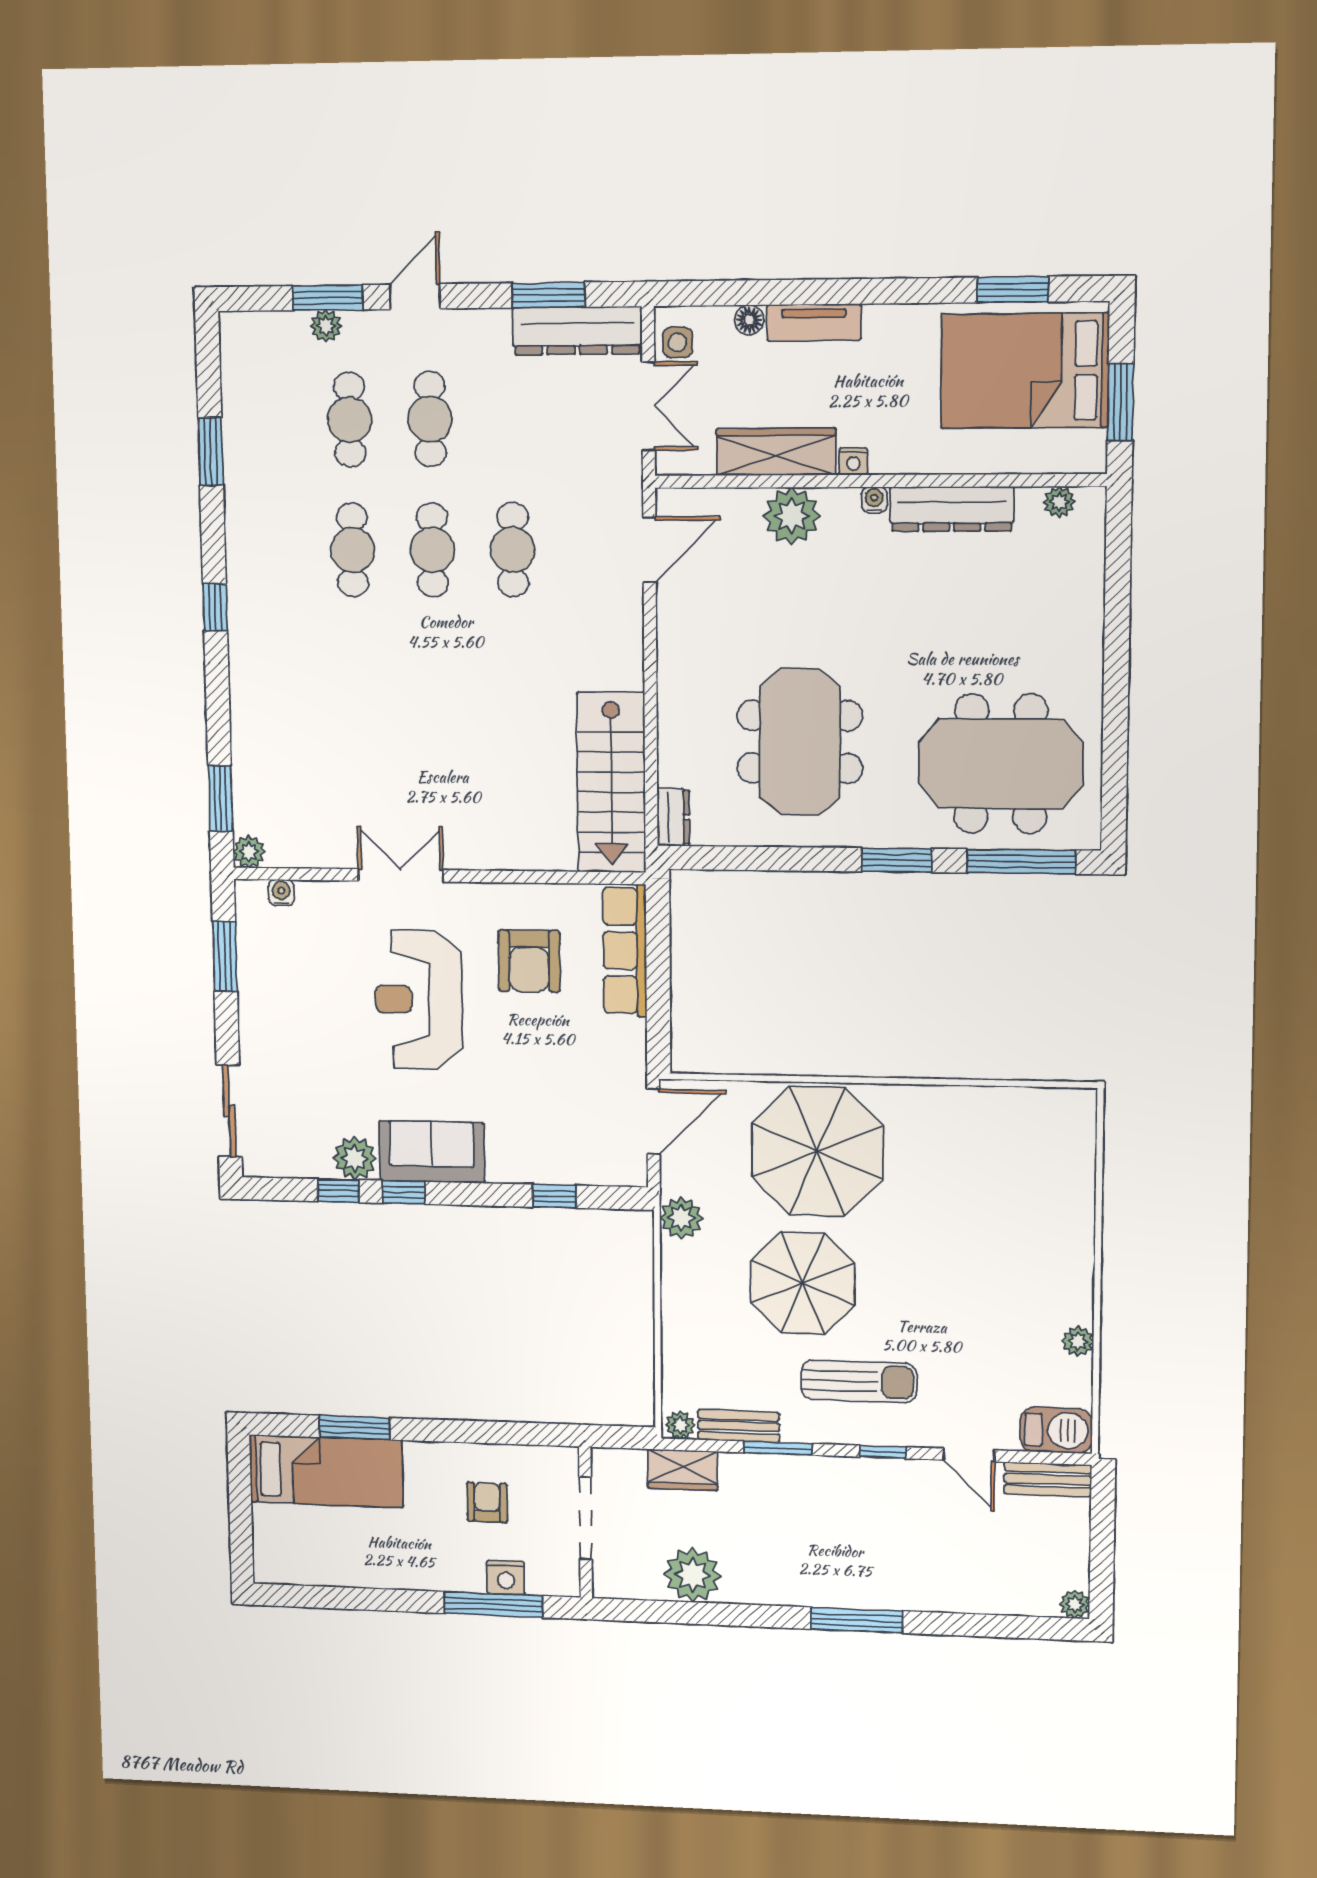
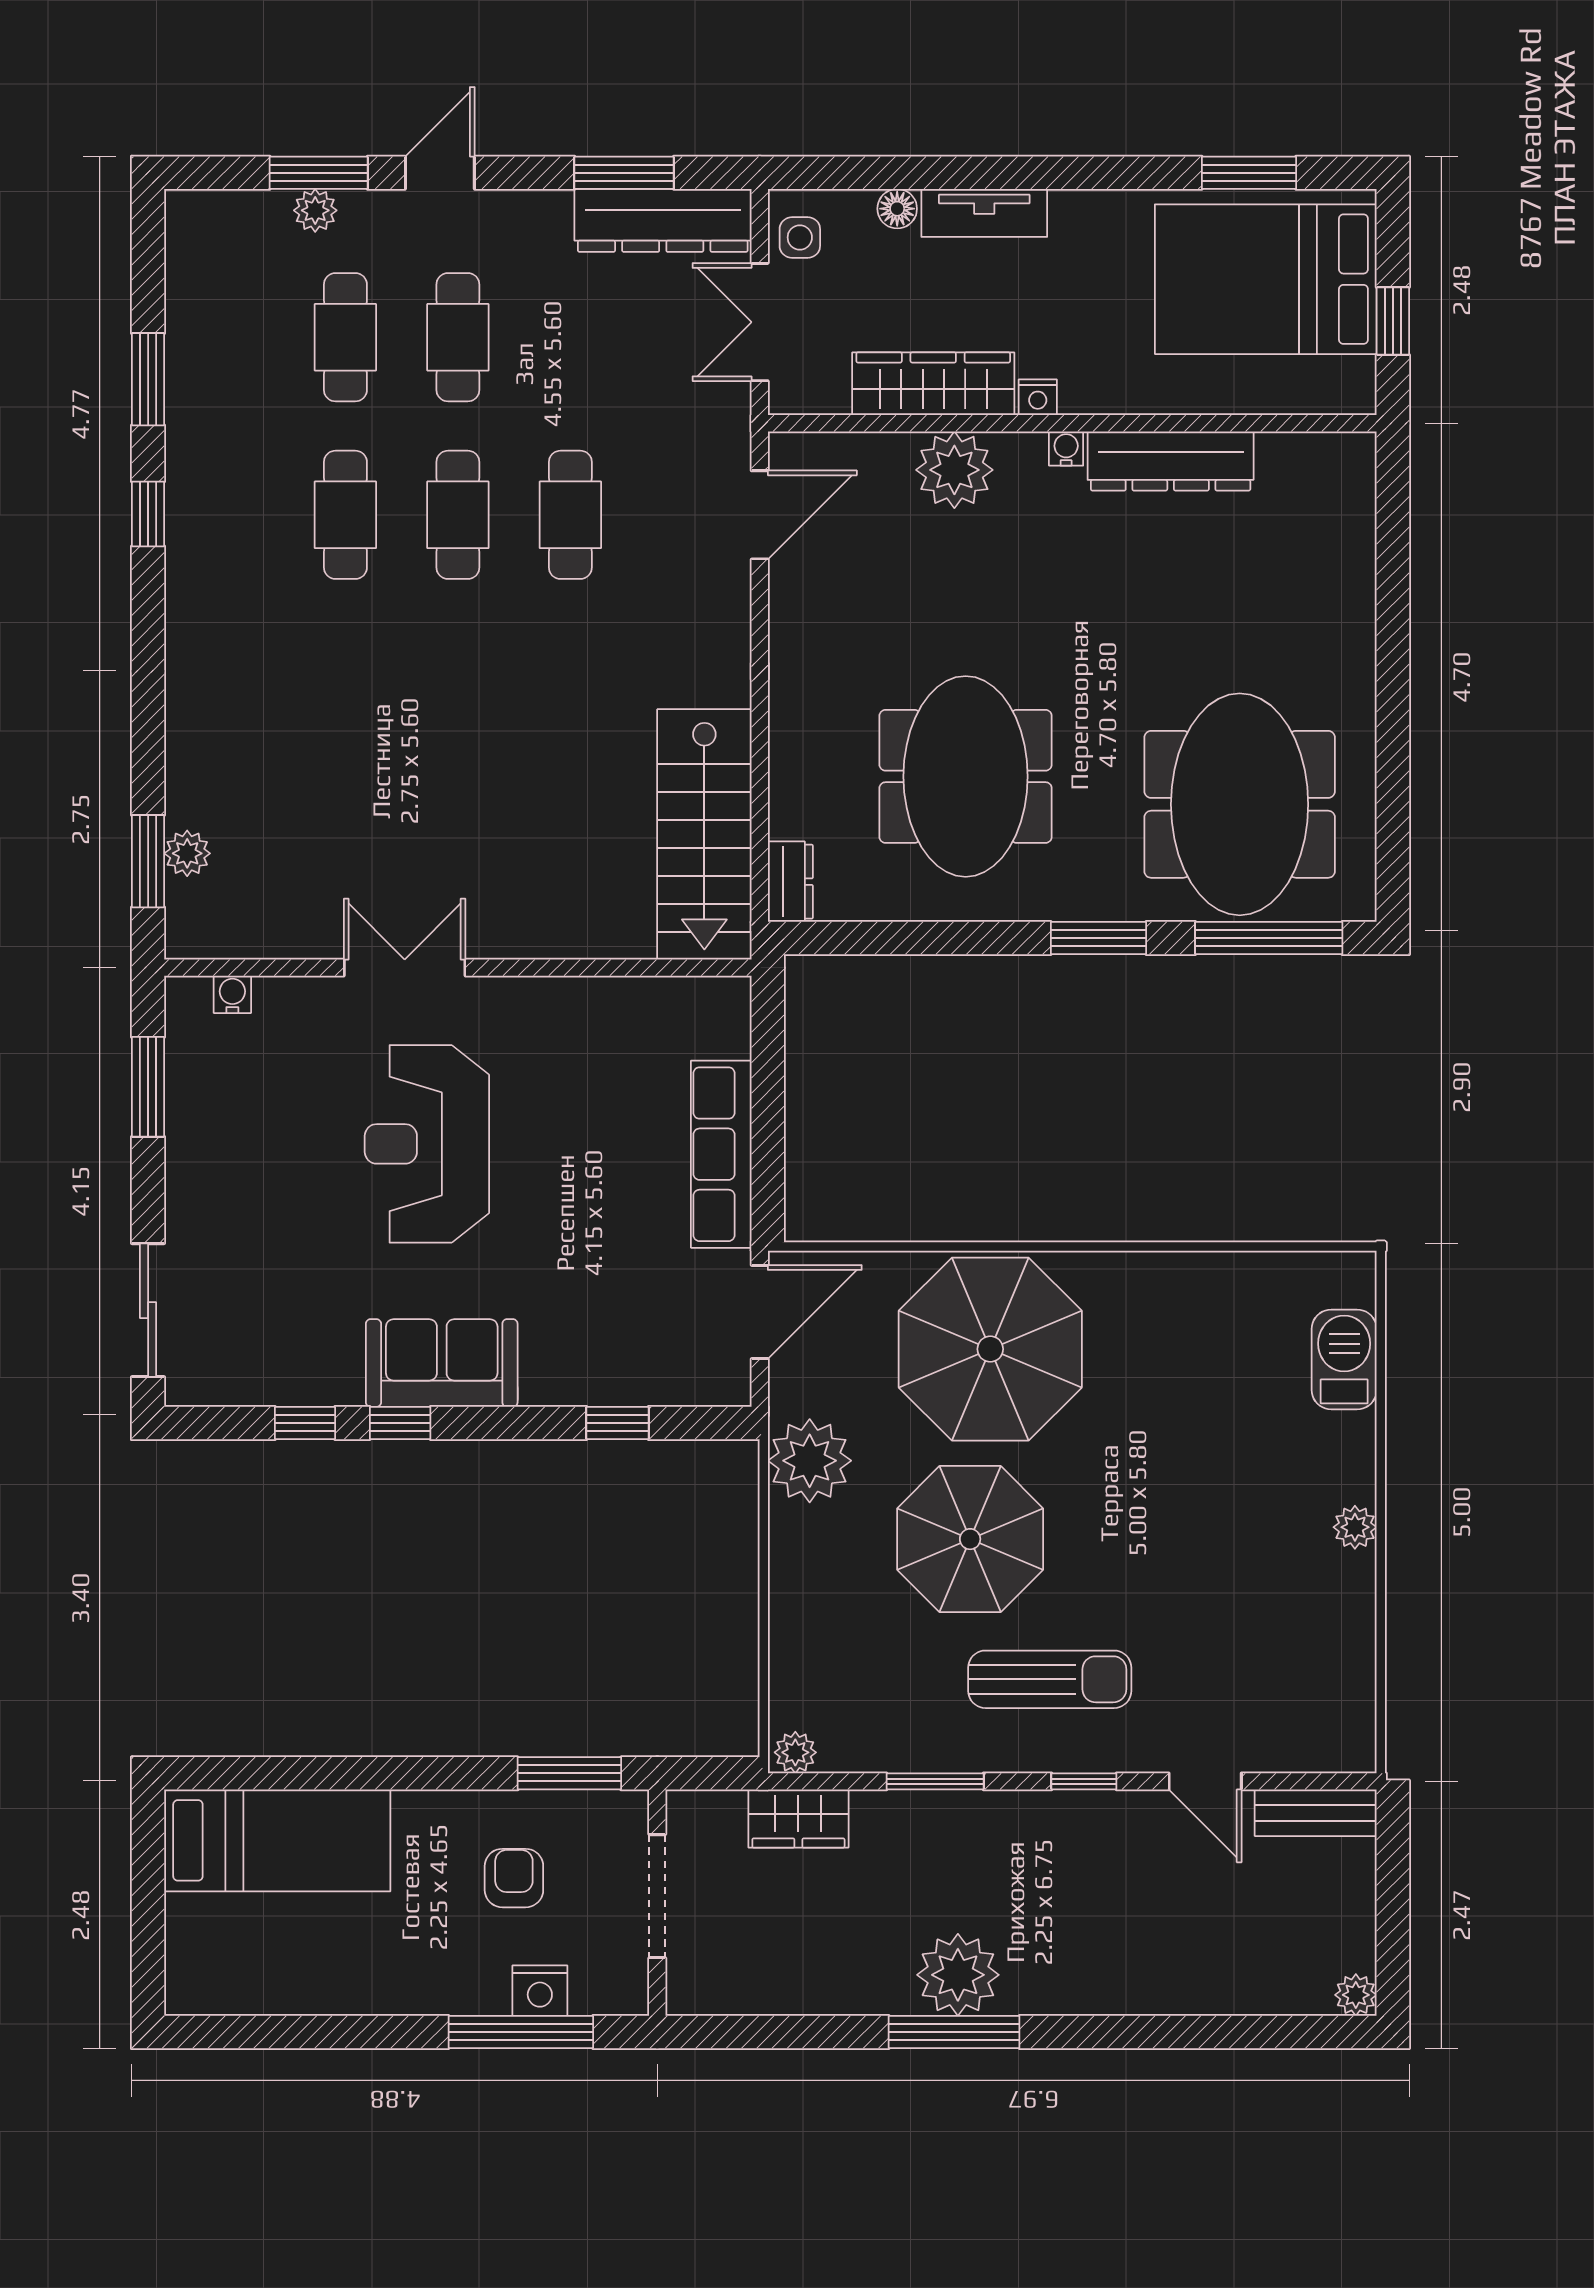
window: (1121, 402) -> (1393, 321), width x0.67
double door: (648, 406) -> (760, 322), swing flipped
plant: (1059, 502) -> (1314, 452), removed
window: (215, 607) -> (148, 514), moved
meeting table: (1001, 764) -> (1240, 804), turned 90
plant: (249, 852) -> (187, 853), moved
row of seats: (625, 951) -> (721, 1154), moved
armchair: (529, 961) -> (586, 1086), removed
plant: (355, 1158) -> (330, 1375), removed
plant: (681, 1218) -> (810, 1461), width x1.36, depth x1.36
plant: (1078, 1341) -> (1355, 1527), moved
bench: (739, 1426) -> (879, 1751), removed
window: (354, 1428) -> (569, 1773), moved
barbecue: (1056, 1430) -> (1344, 1359), moved, turned -90
plant: (693, 1575) -> (958, 1975), moved
window: (857, 1620) -> (954, 2032), moved

